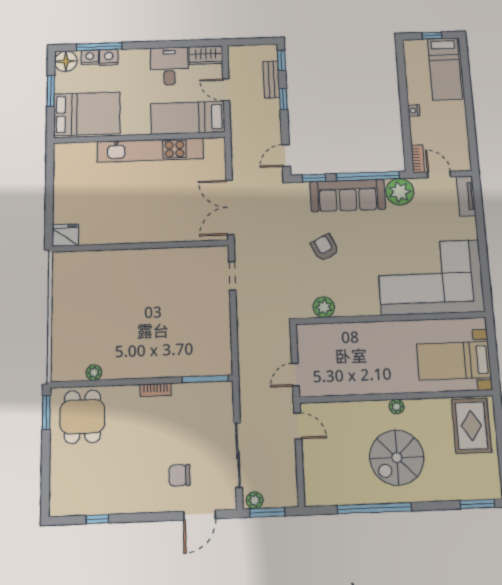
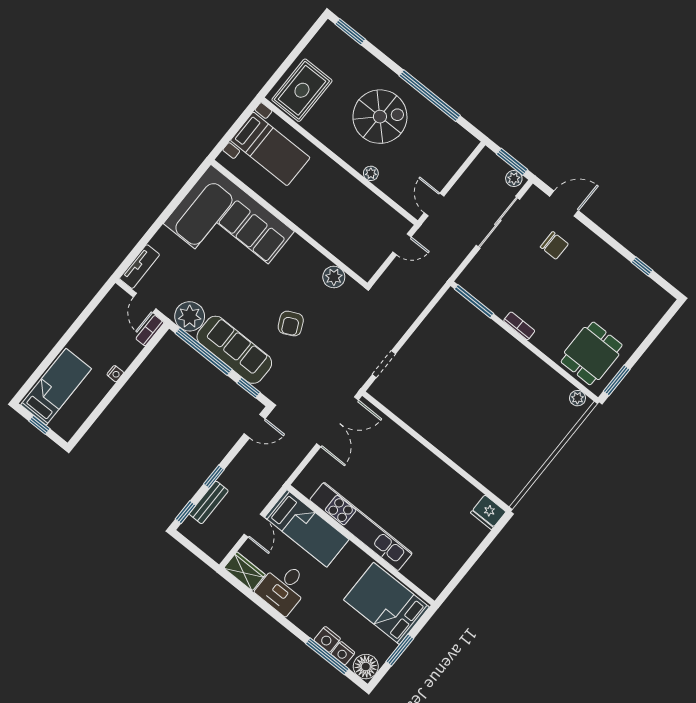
plant: (94, 373) -> (577, 398), moved
plant: (397, 407) -> (371, 173), moved

